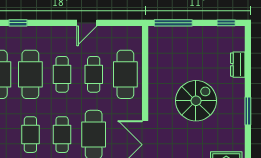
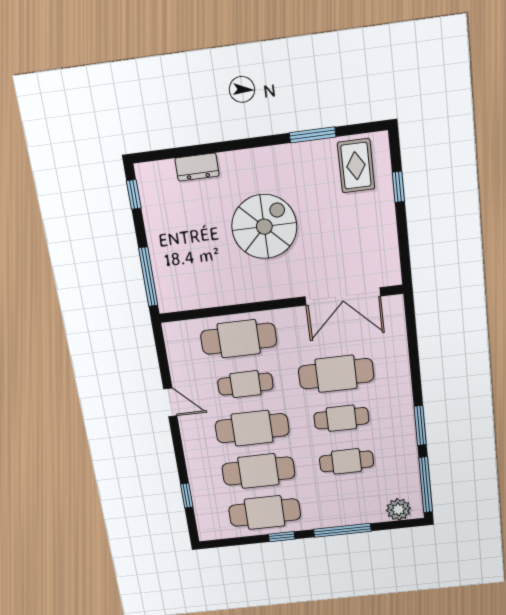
cafe table: (62, 74) -> (252, 428), width x1.37, depth x1.35
spiral stairs: (196, 101) -> (264, 227), turned 90
window: (248, 111) -> (313, 135), moved

